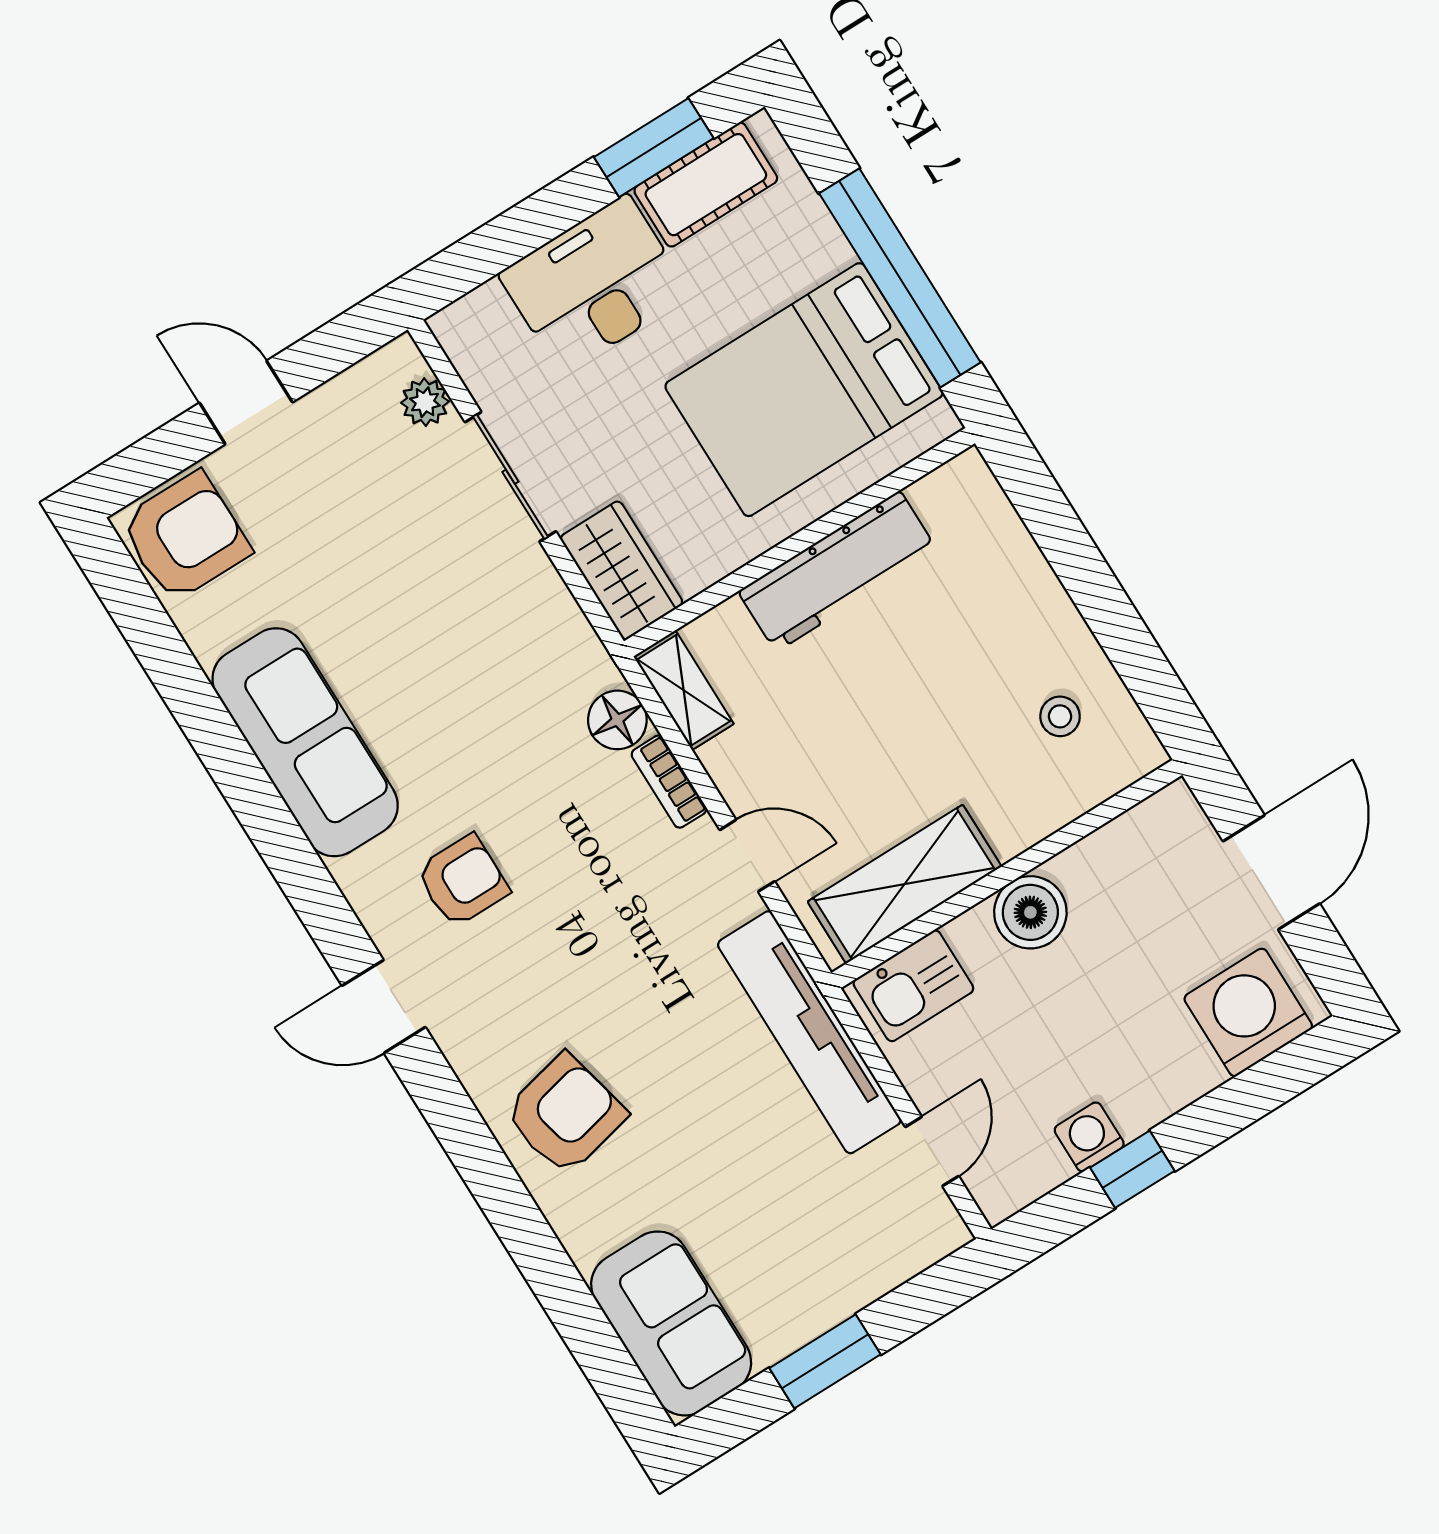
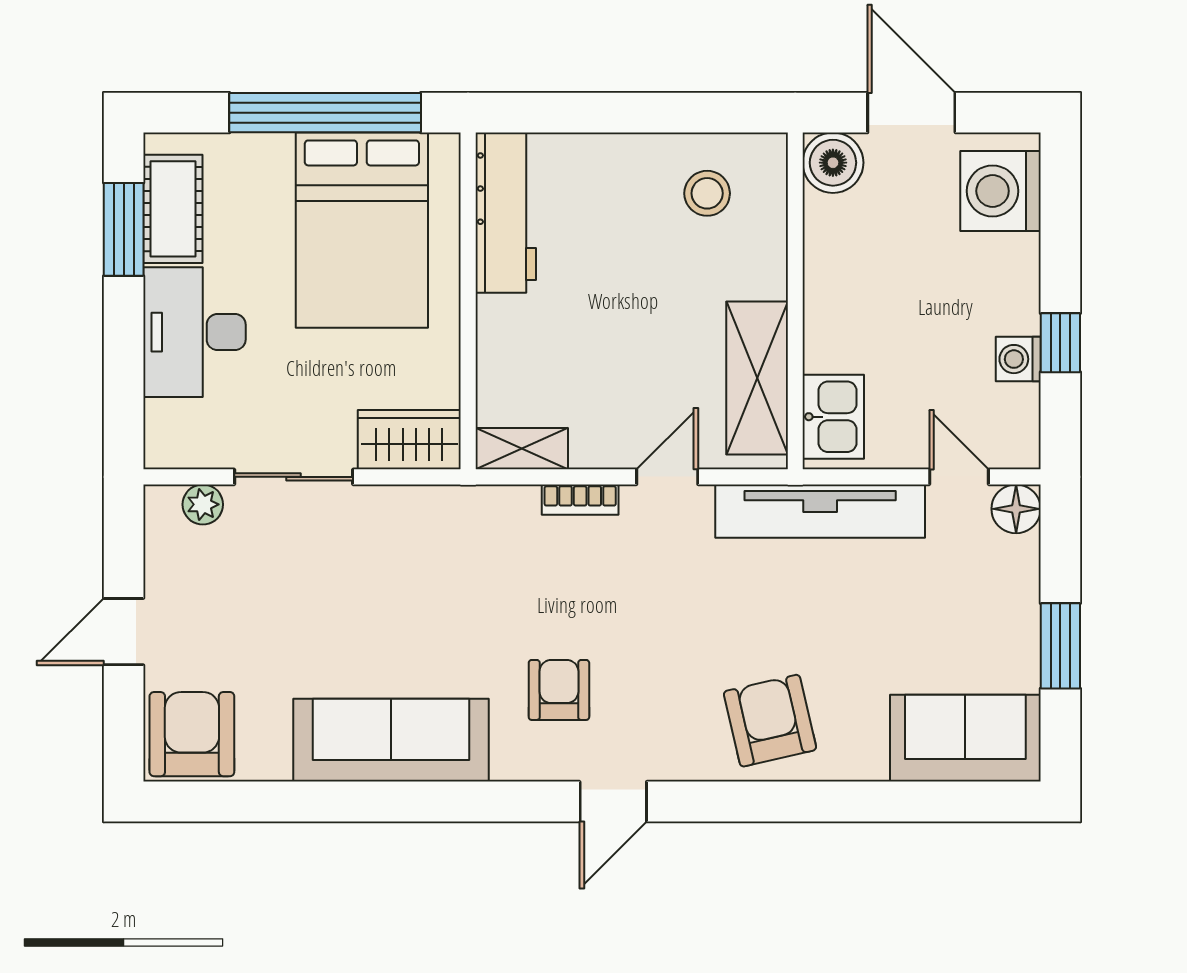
workbench: (838, 571) -> (506, 213), moved
stool: (1060, 716) -> (707, 193), width x1.37, depth x1.37
floor lamp: (617, 720) -> (1016, 509), moved
boiler: (1030, 912) -> (833, 163), moved

